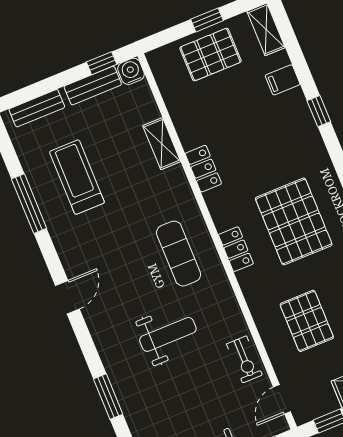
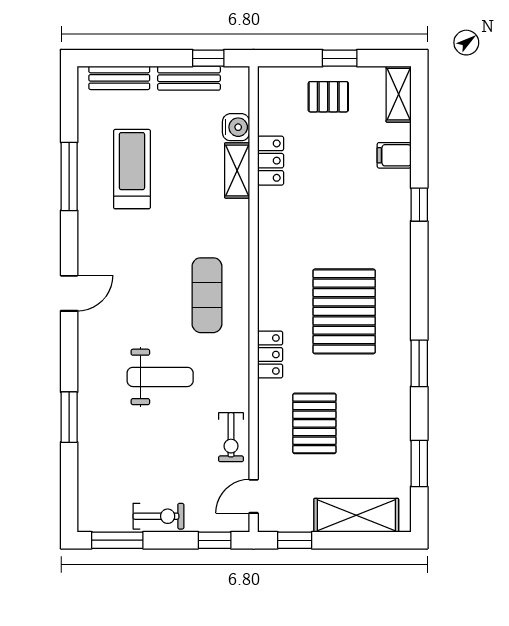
pallet: (211, 55) -> (328, 97), width x0.67, depth x0.71
water cooler: (131, 71) -> (236, 127), moved, turned 90
locker: (203, 169) -> (271, 161), moved
locker: (236, 249) -> (270, 355), moved

